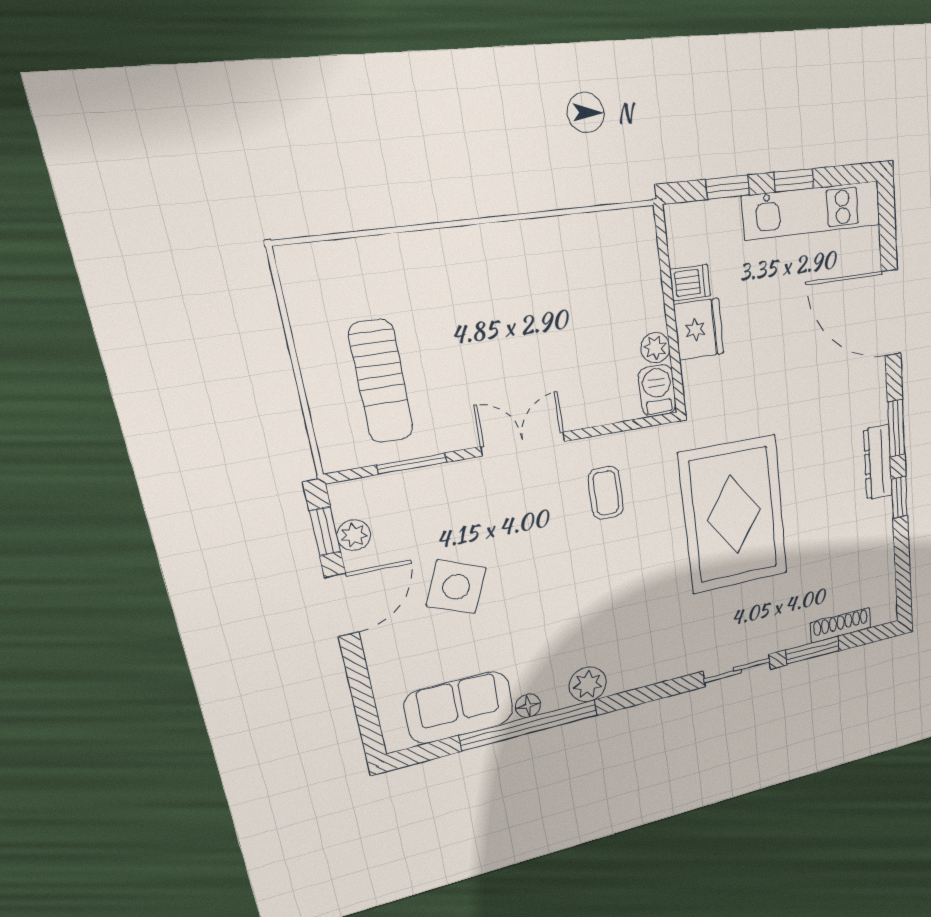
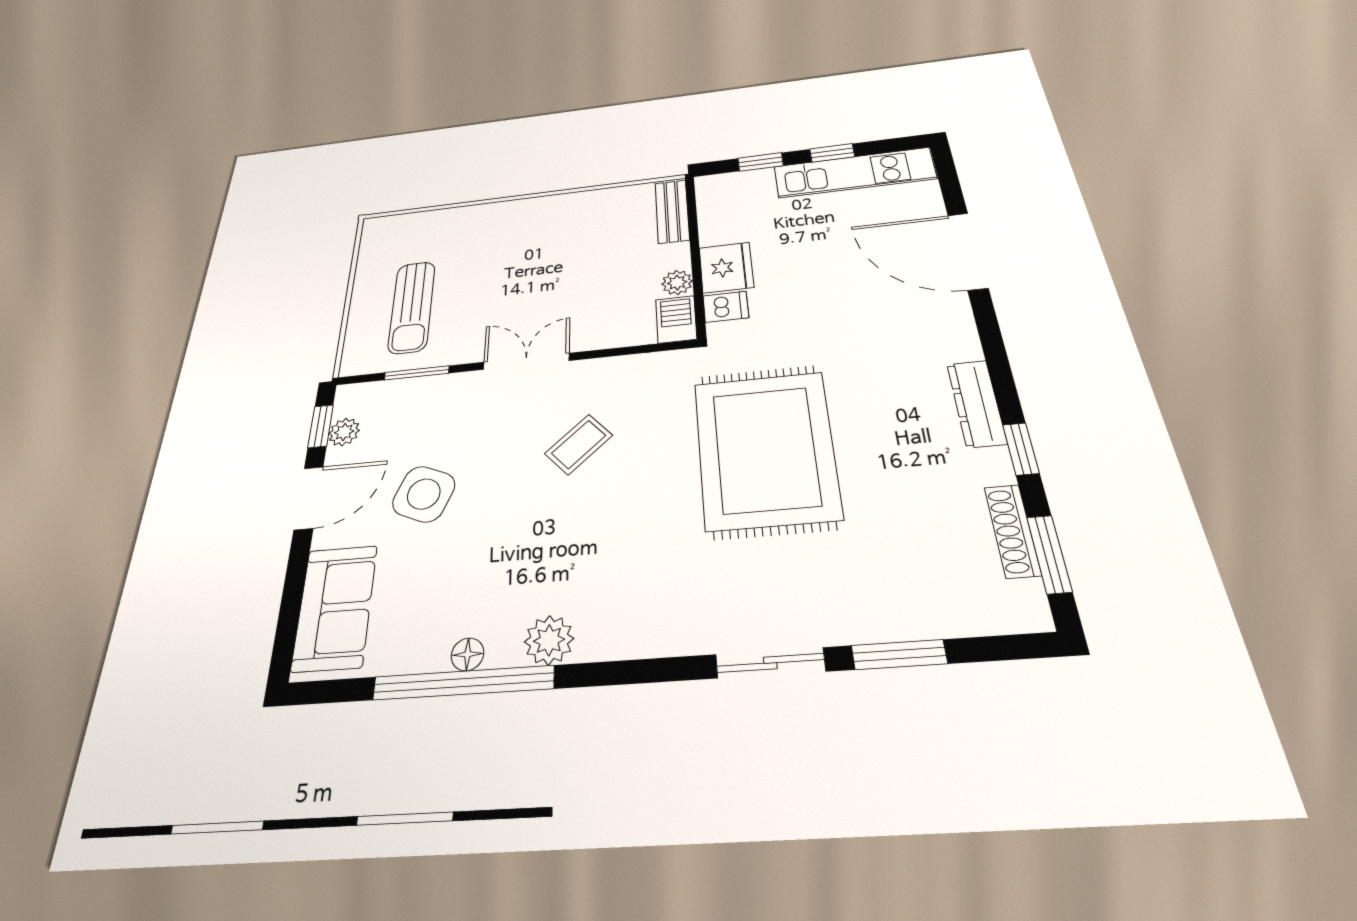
bench: (644, 253) -> (672, 211), added
dishwasher: (690, 283) -> (726, 307), moved
window: (896, 428) -> (1049, 554), moved
coffee table: (606, 493) -> (579, 444), moved, turned 48
shoe rack: (841, 625) -> (1012, 531), moved, turned -90
sofa: (459, 708) -> (335, 607), moved, turned 90

